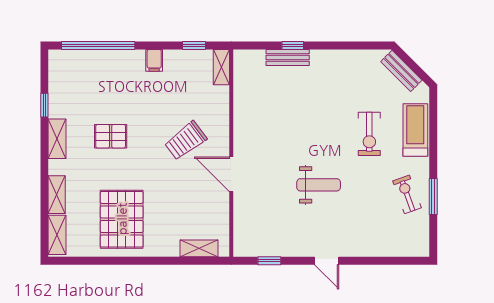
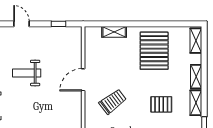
door: (231, 174) -> (83, 80), swing flipped
shelving: (57, 195) -> (196, 77), moved
shelving: (199, 248) -> (114, 32), moved

